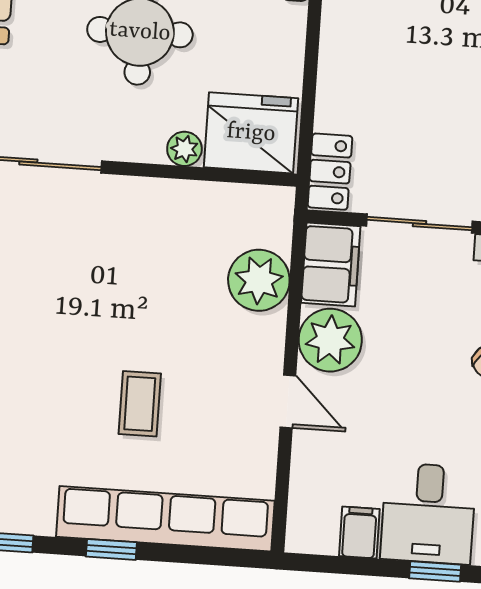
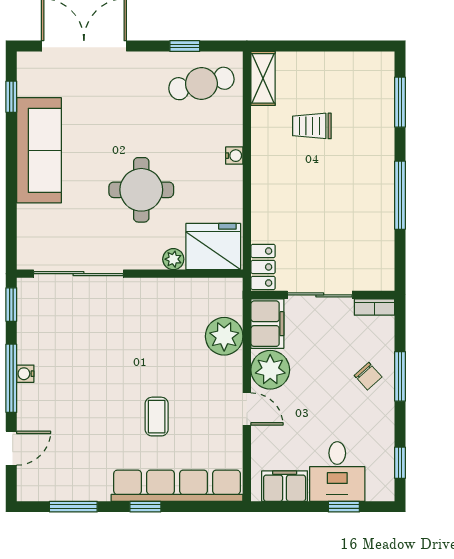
filing cabinet: (359, 533) -> (285, 486), width x2.00

